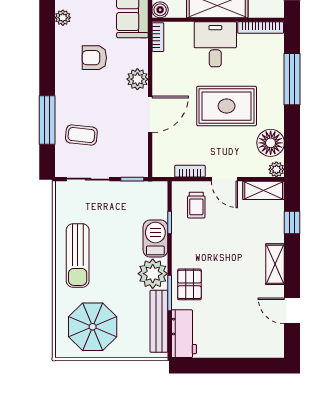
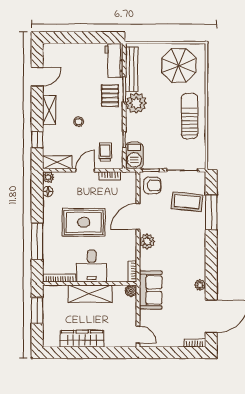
armchair: (94, 58) -> (152, 185), moved
coffee table: (81, 135) -> (187, 202), width x1.36, depth x1.30
floor lamp: (271, 143) -> (48, 192), width x0.53, depth x0.53
door: (224, 179) -> (85, 170), hinge flipped
barbecue: (155, 239) -> (134, 156), moved
stool: (234, 248) -> (79, 122), added
door: (292, 311) -> (37, 77), hinge flipped

